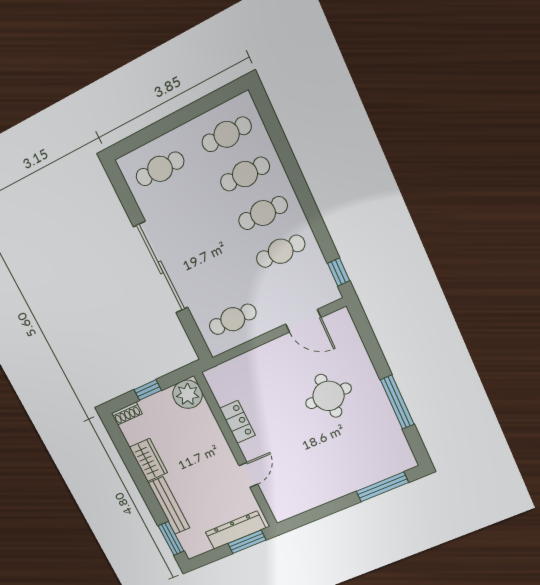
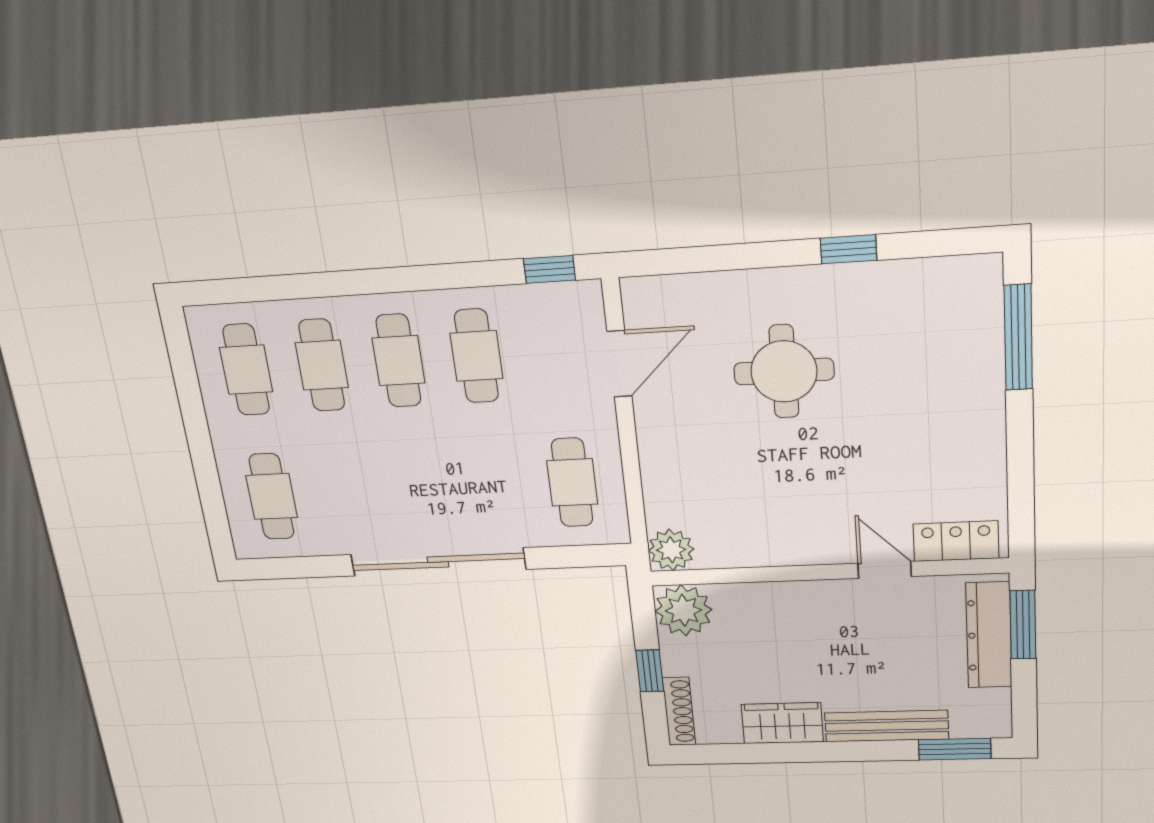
plant: (217, 378) -> (671, 550), added
window: (397, 402) -> (848, 249), width x0.46
shoe rack: (127, 414) -> (679, 711), width x1.43
locker: (238, 422) -> (956, 541), moved

